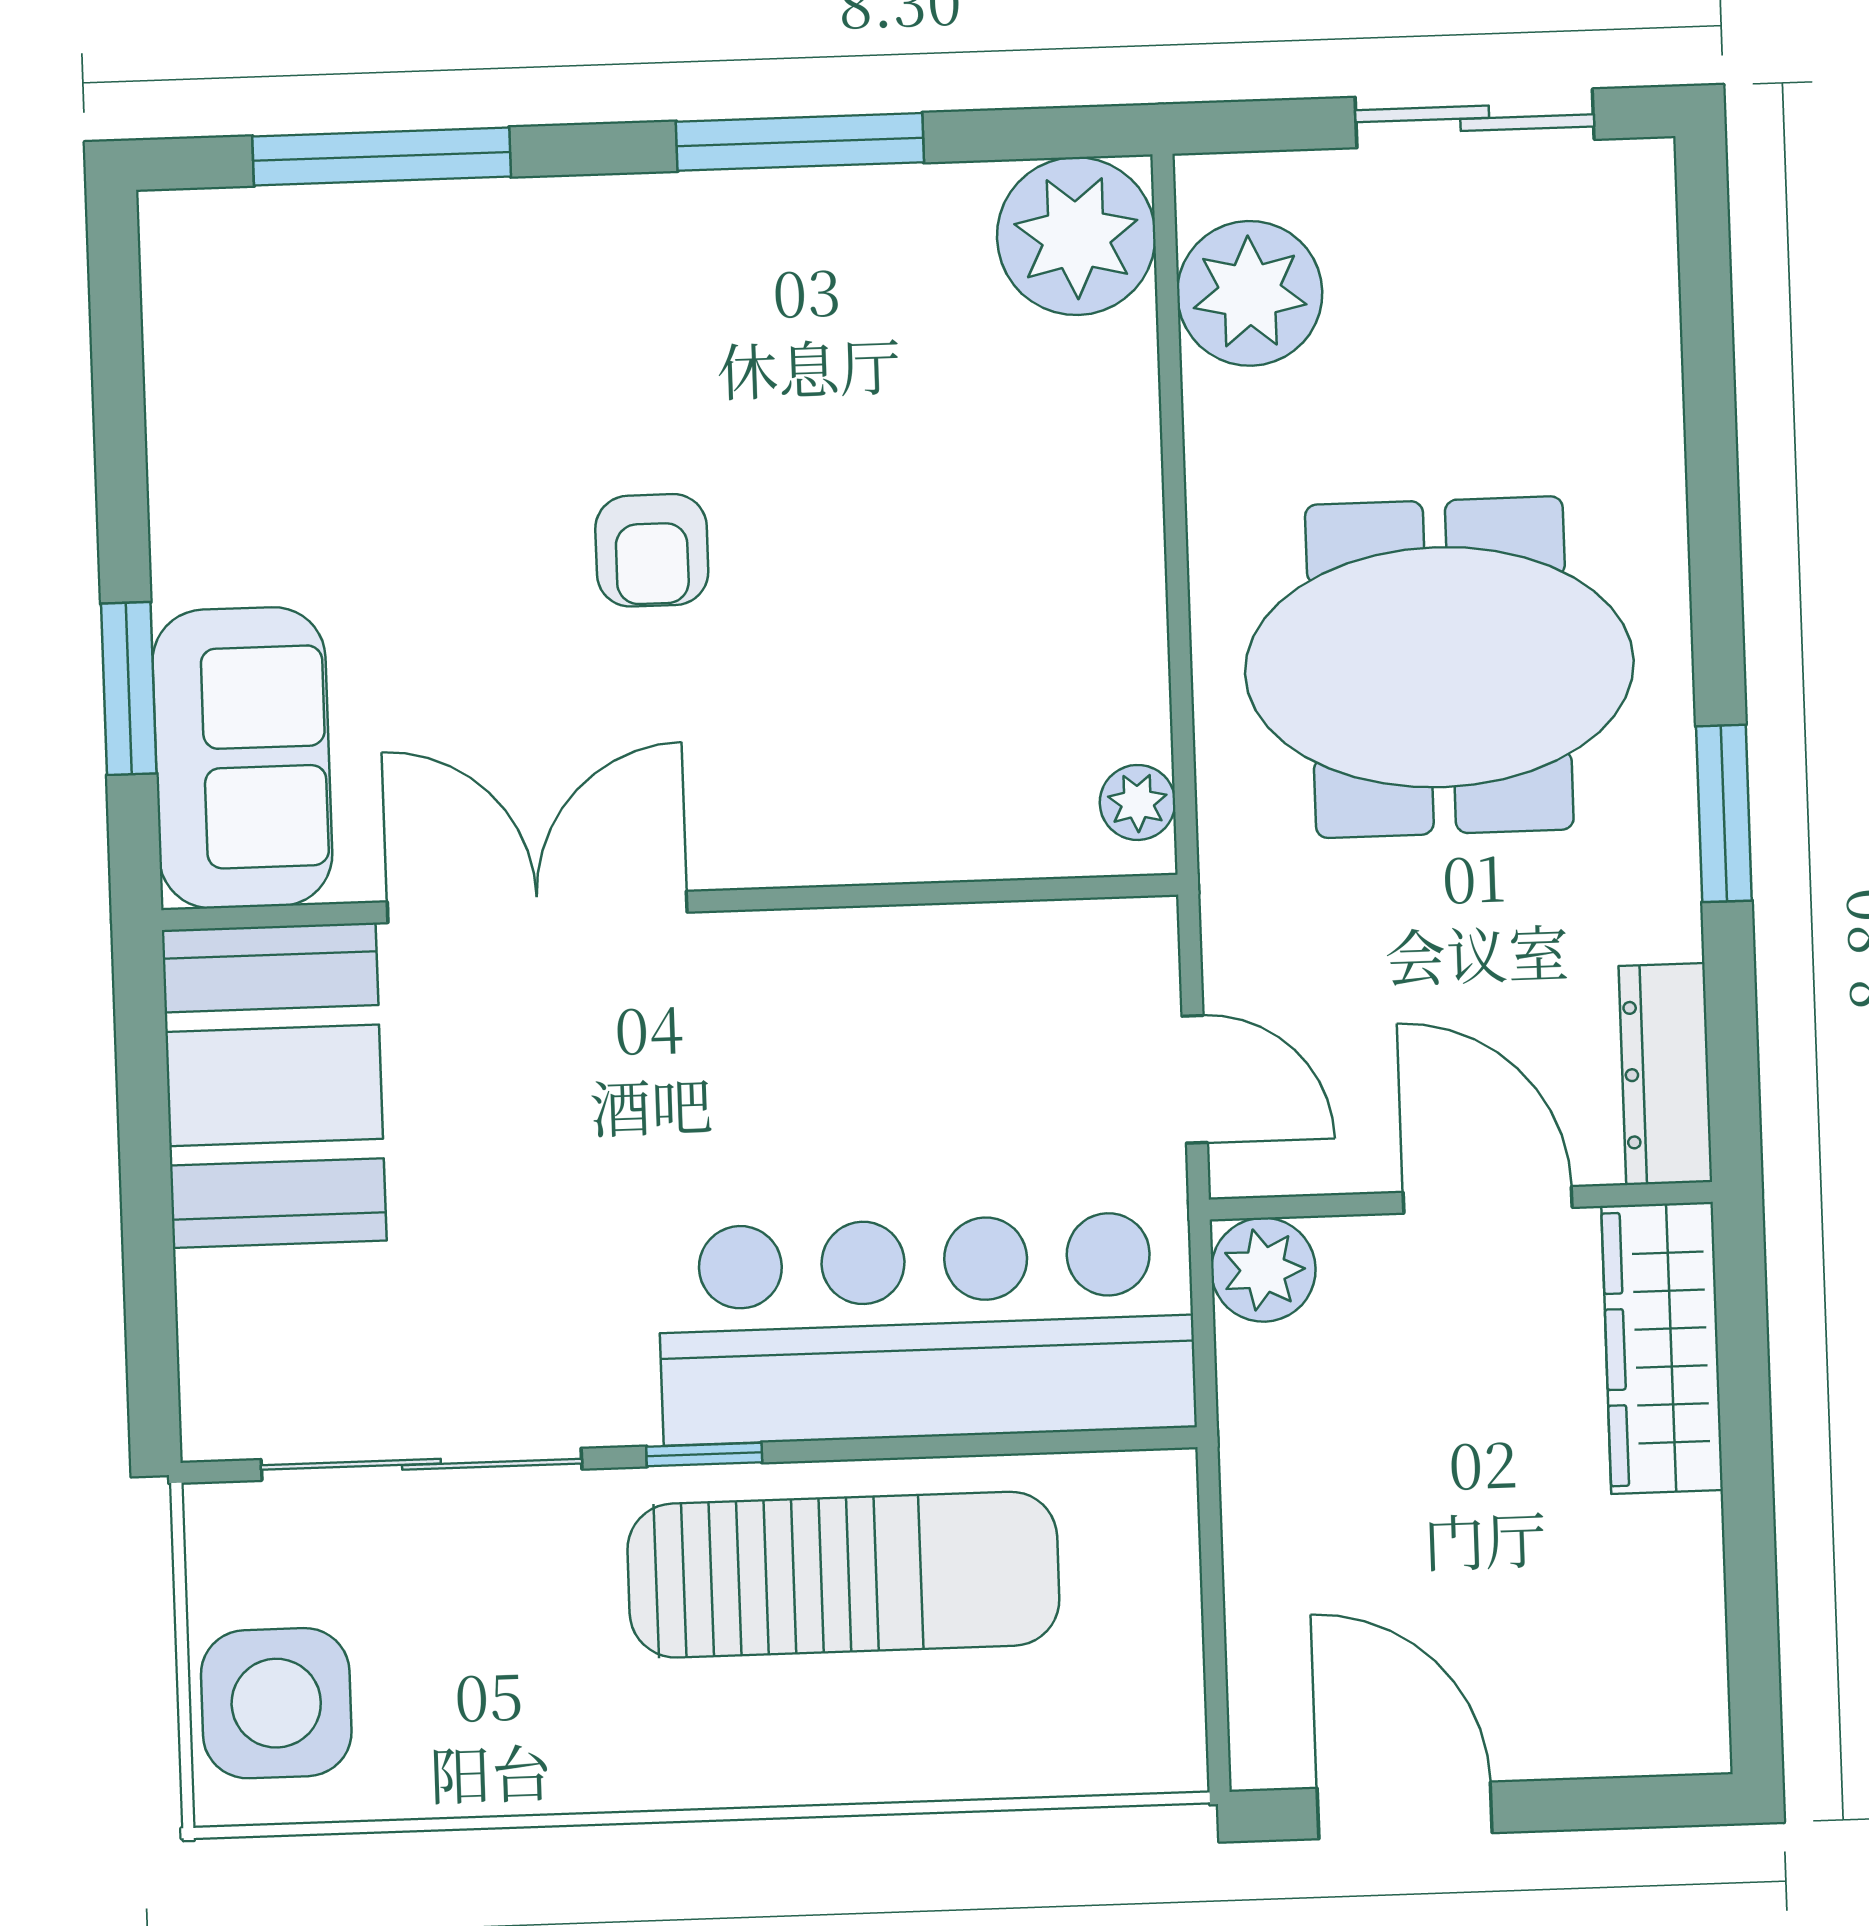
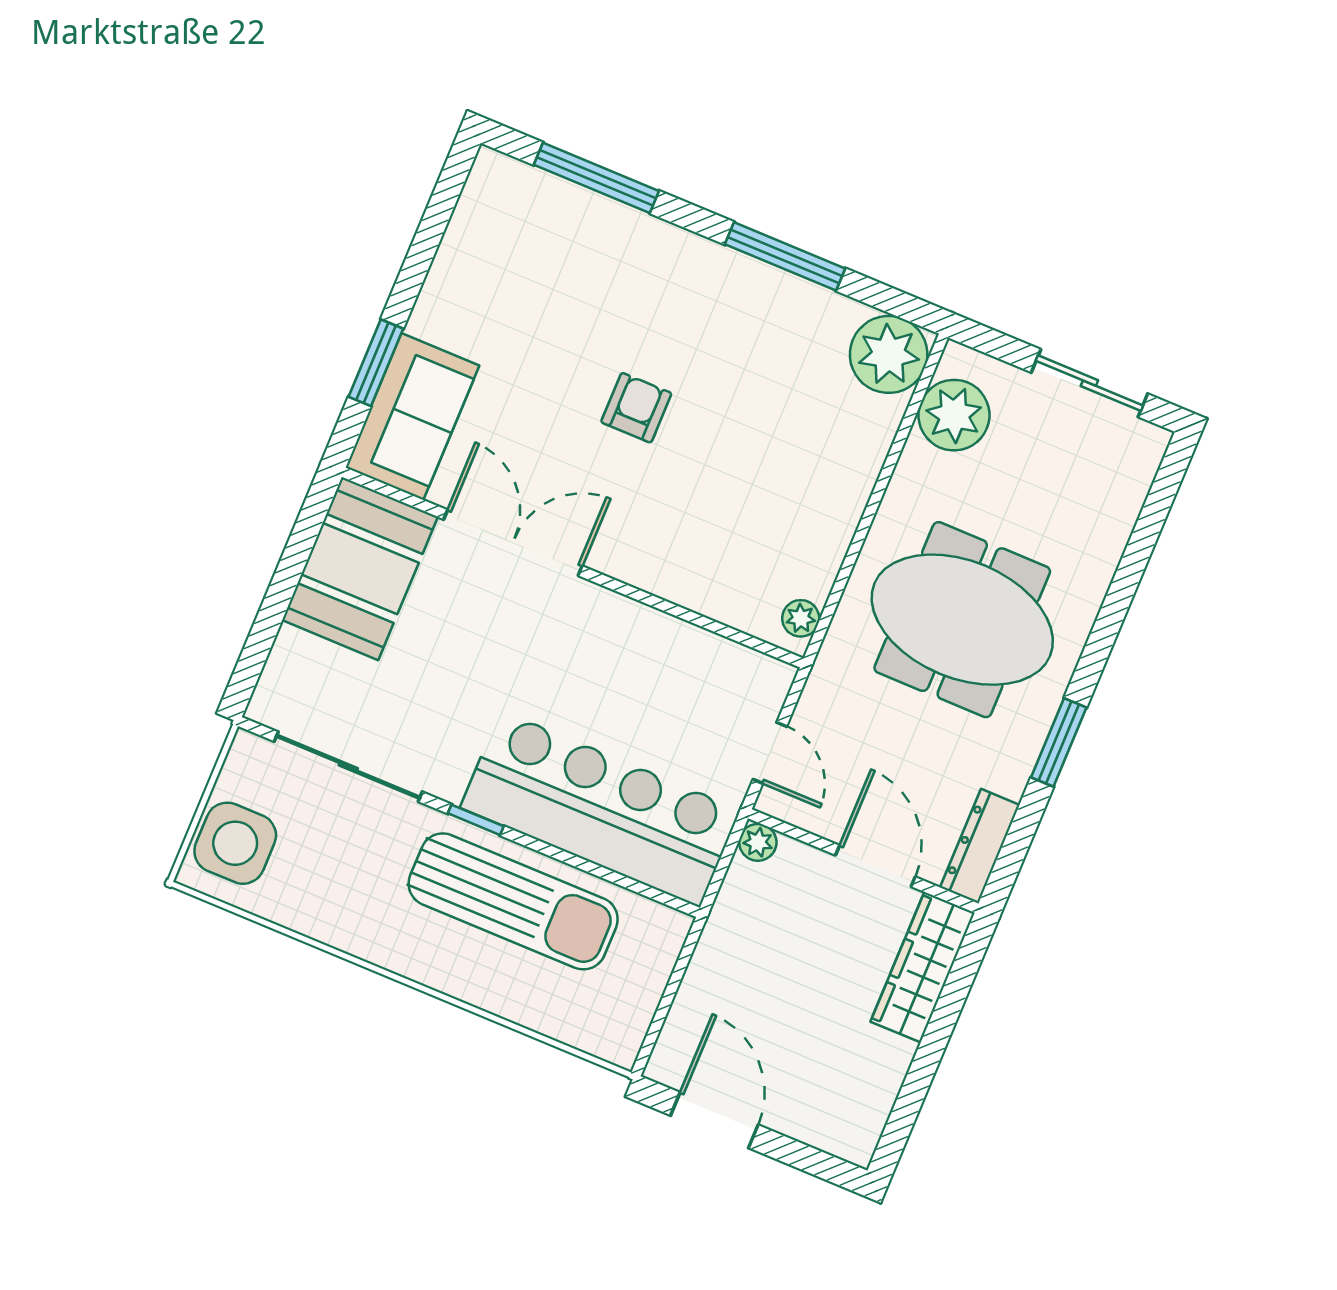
armchair: (652, 550) -> (636, 408), turned 180
plant: (1263, 1270) -> (758, 842), width x0.73, depth x0.73

